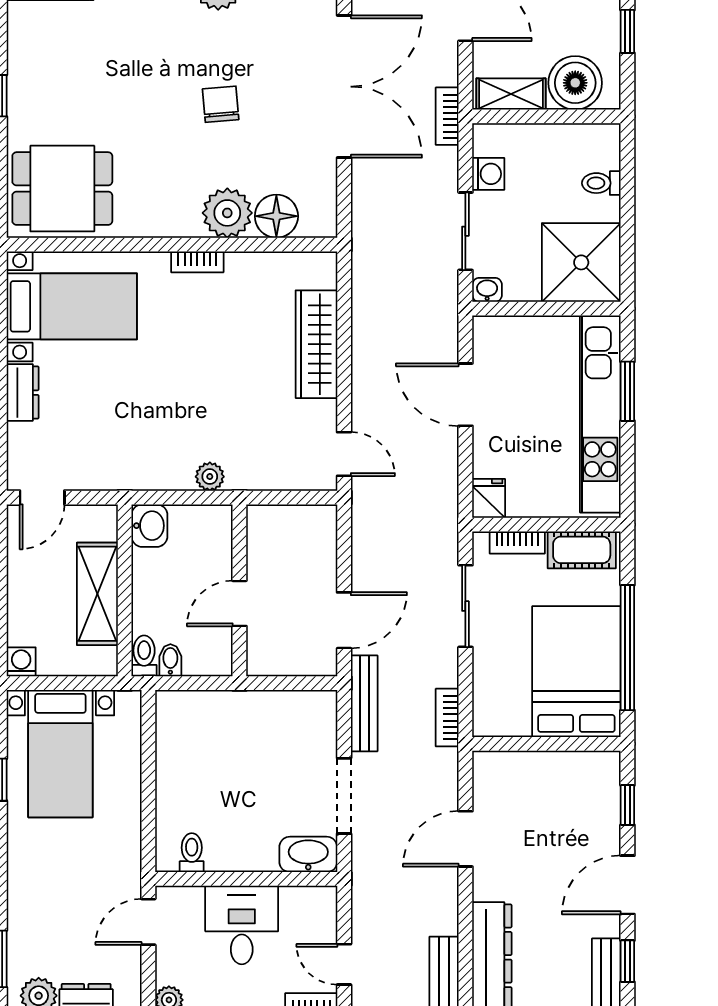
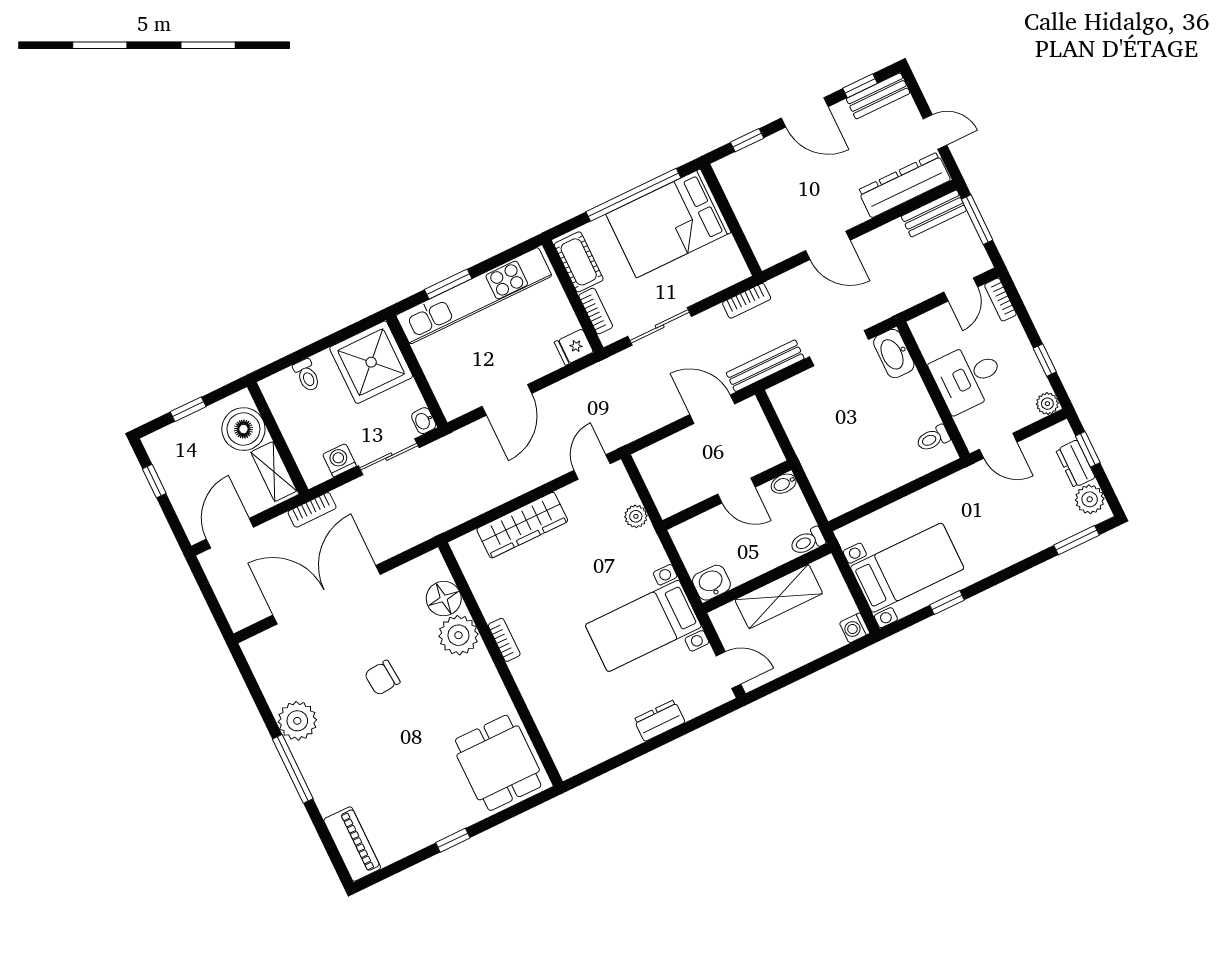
bed with nightstands: (72, 306) -> (643, 626), moved, turned -90
plant: (210, 477) -> (636, 516), moved
bidet: (170, 660) -> (784, 484), moved

